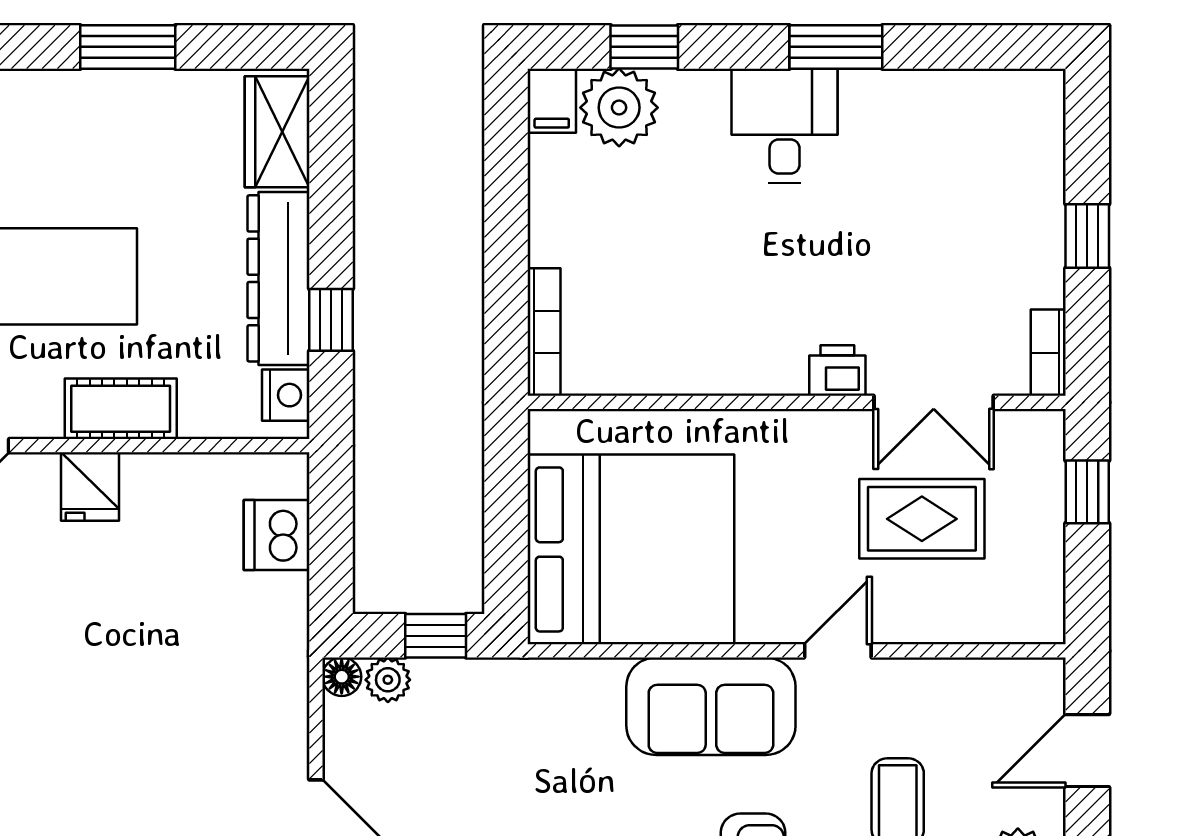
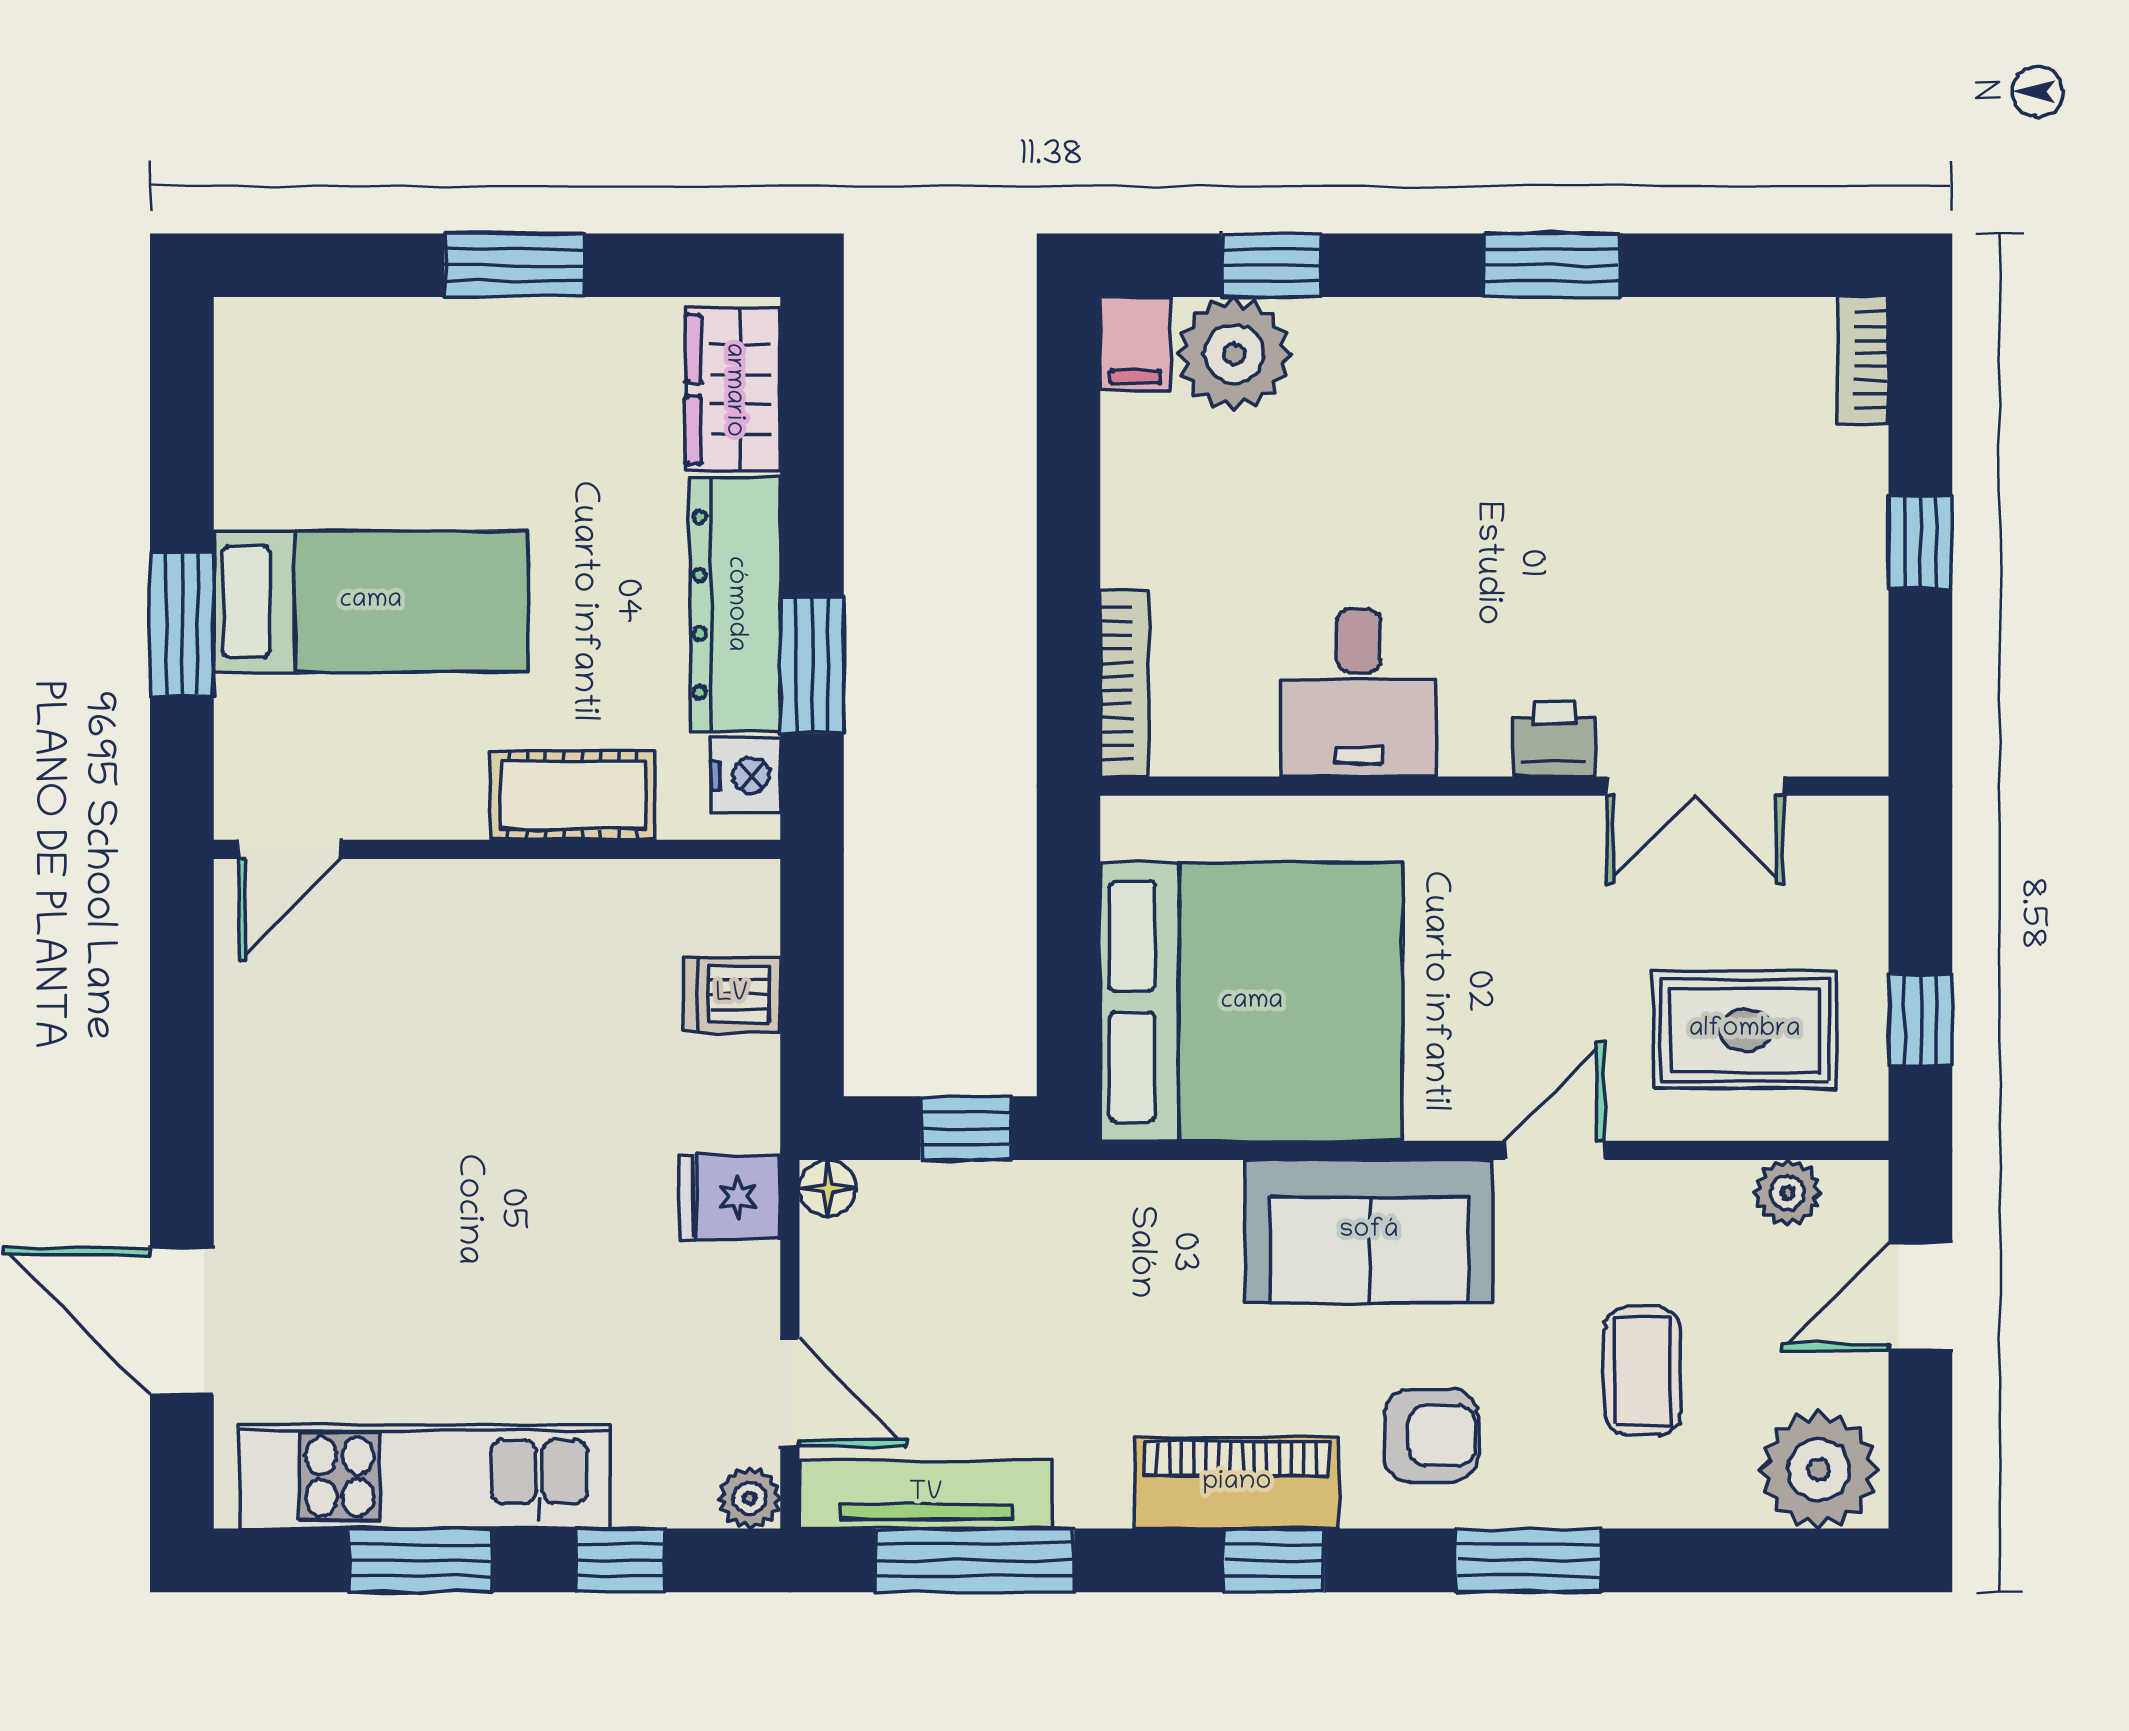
desk: (785, 126) -> (1359, 693), moved, turned 180
window: (331, 320) -> (812, 665), width x1.50
bookcase: (1048, 353) -> (1863, 360), moved
cot: (121, 409) -> (573, 795), moved
fridge: (90, 487) -> (730, 1197), moved, turned 90
window: (1087, 492) -> (1920, 1020), moved
rug: (922, 519) -> (1745, 1030), moved
dishwasher: (277, 535) -> (732, 995), width x0.73
plant: (388, 680) -> (1788, 1193), moved

